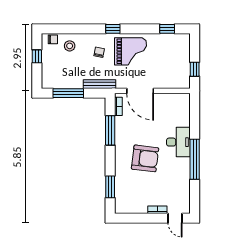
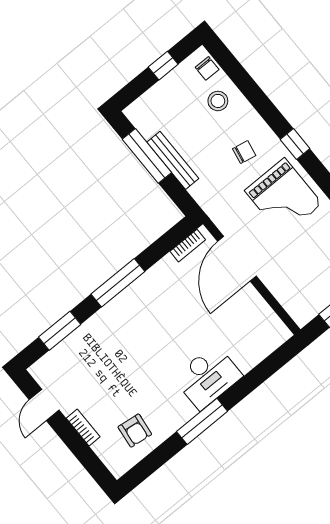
bench: (100, 84) -> (173, 160), moved
window: (110, 130) -> (118, 283), moved
armchair: (145, 158) -> (135, 431), moved, width x0.53, depth x0.53
window: (195, 159) -> (202, 421), width x0.68
door: (175, 218) -> (44, 405), moved

